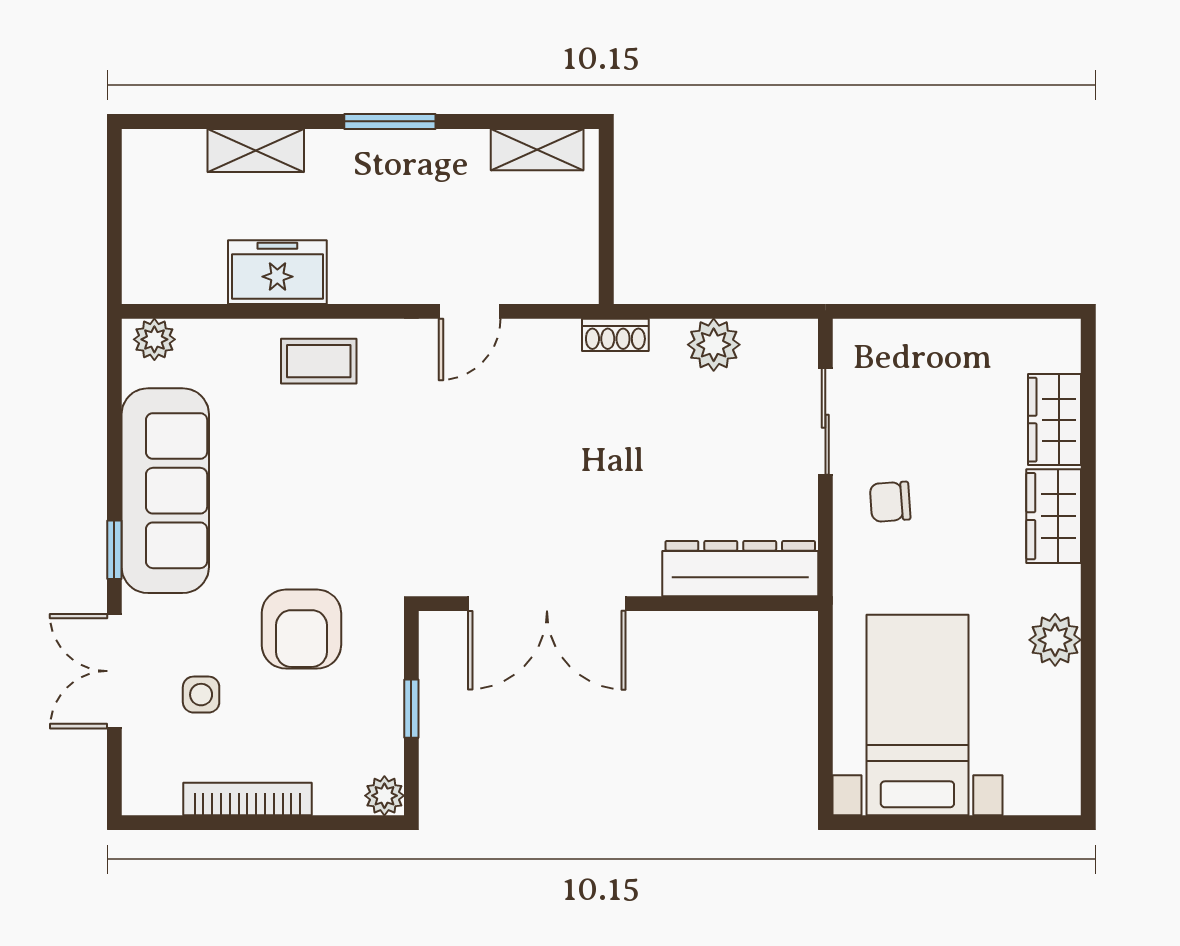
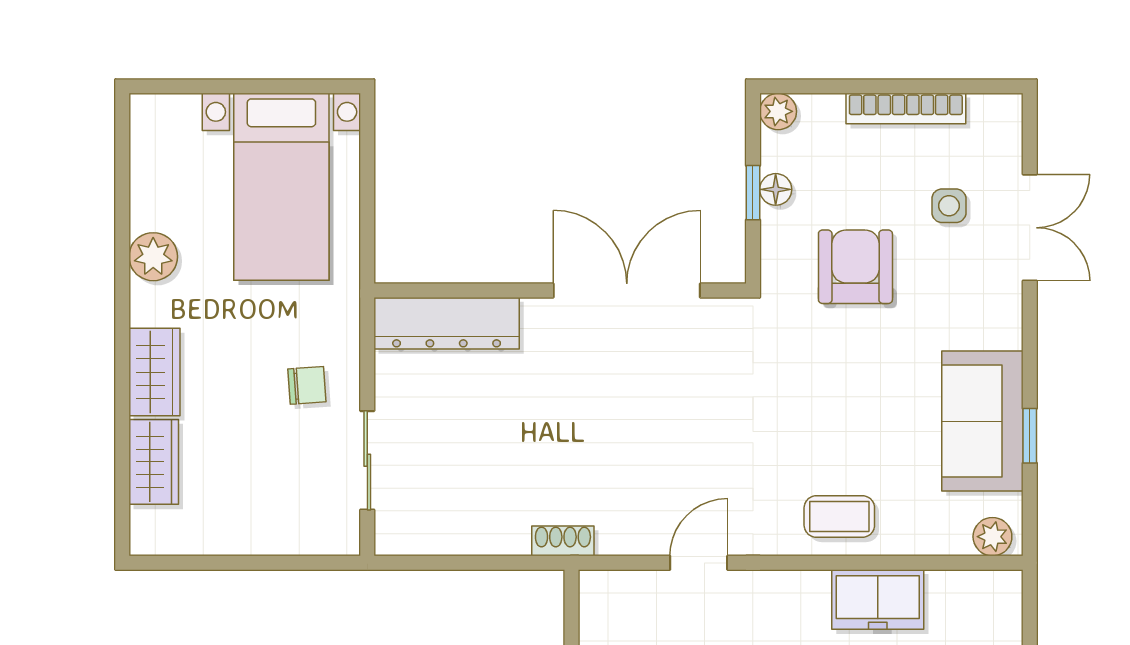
plant: (714, 345) -> (471, 532), removed
sofa: (165, 491) -> (982, 421), width x0.73
window: (114, 550) -> (1030, 436), moved
floor lamp: (387, 712) -> (776, 189), added

